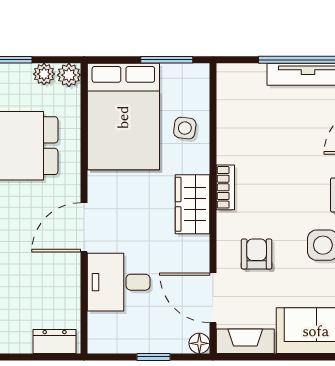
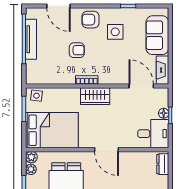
side table: (185, 128) -> (37, 96), moved
armchair: (257, 254) -> (77, 50), moved, turned 180
desk: (119, 282) -> (153, 134), moved, turned -90
door: (213, 298) -> (141, 86), swing flipped
floor lamp: (199, 343) -> (164, 113), moved

